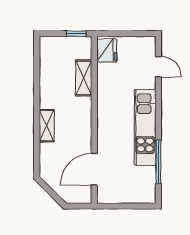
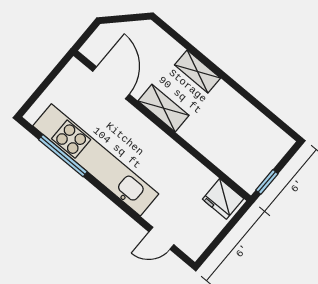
shelving: (84, 78) -> (163, 108), moved
kitchen unit: (145, 127) -> (96, 160), width x1.36

